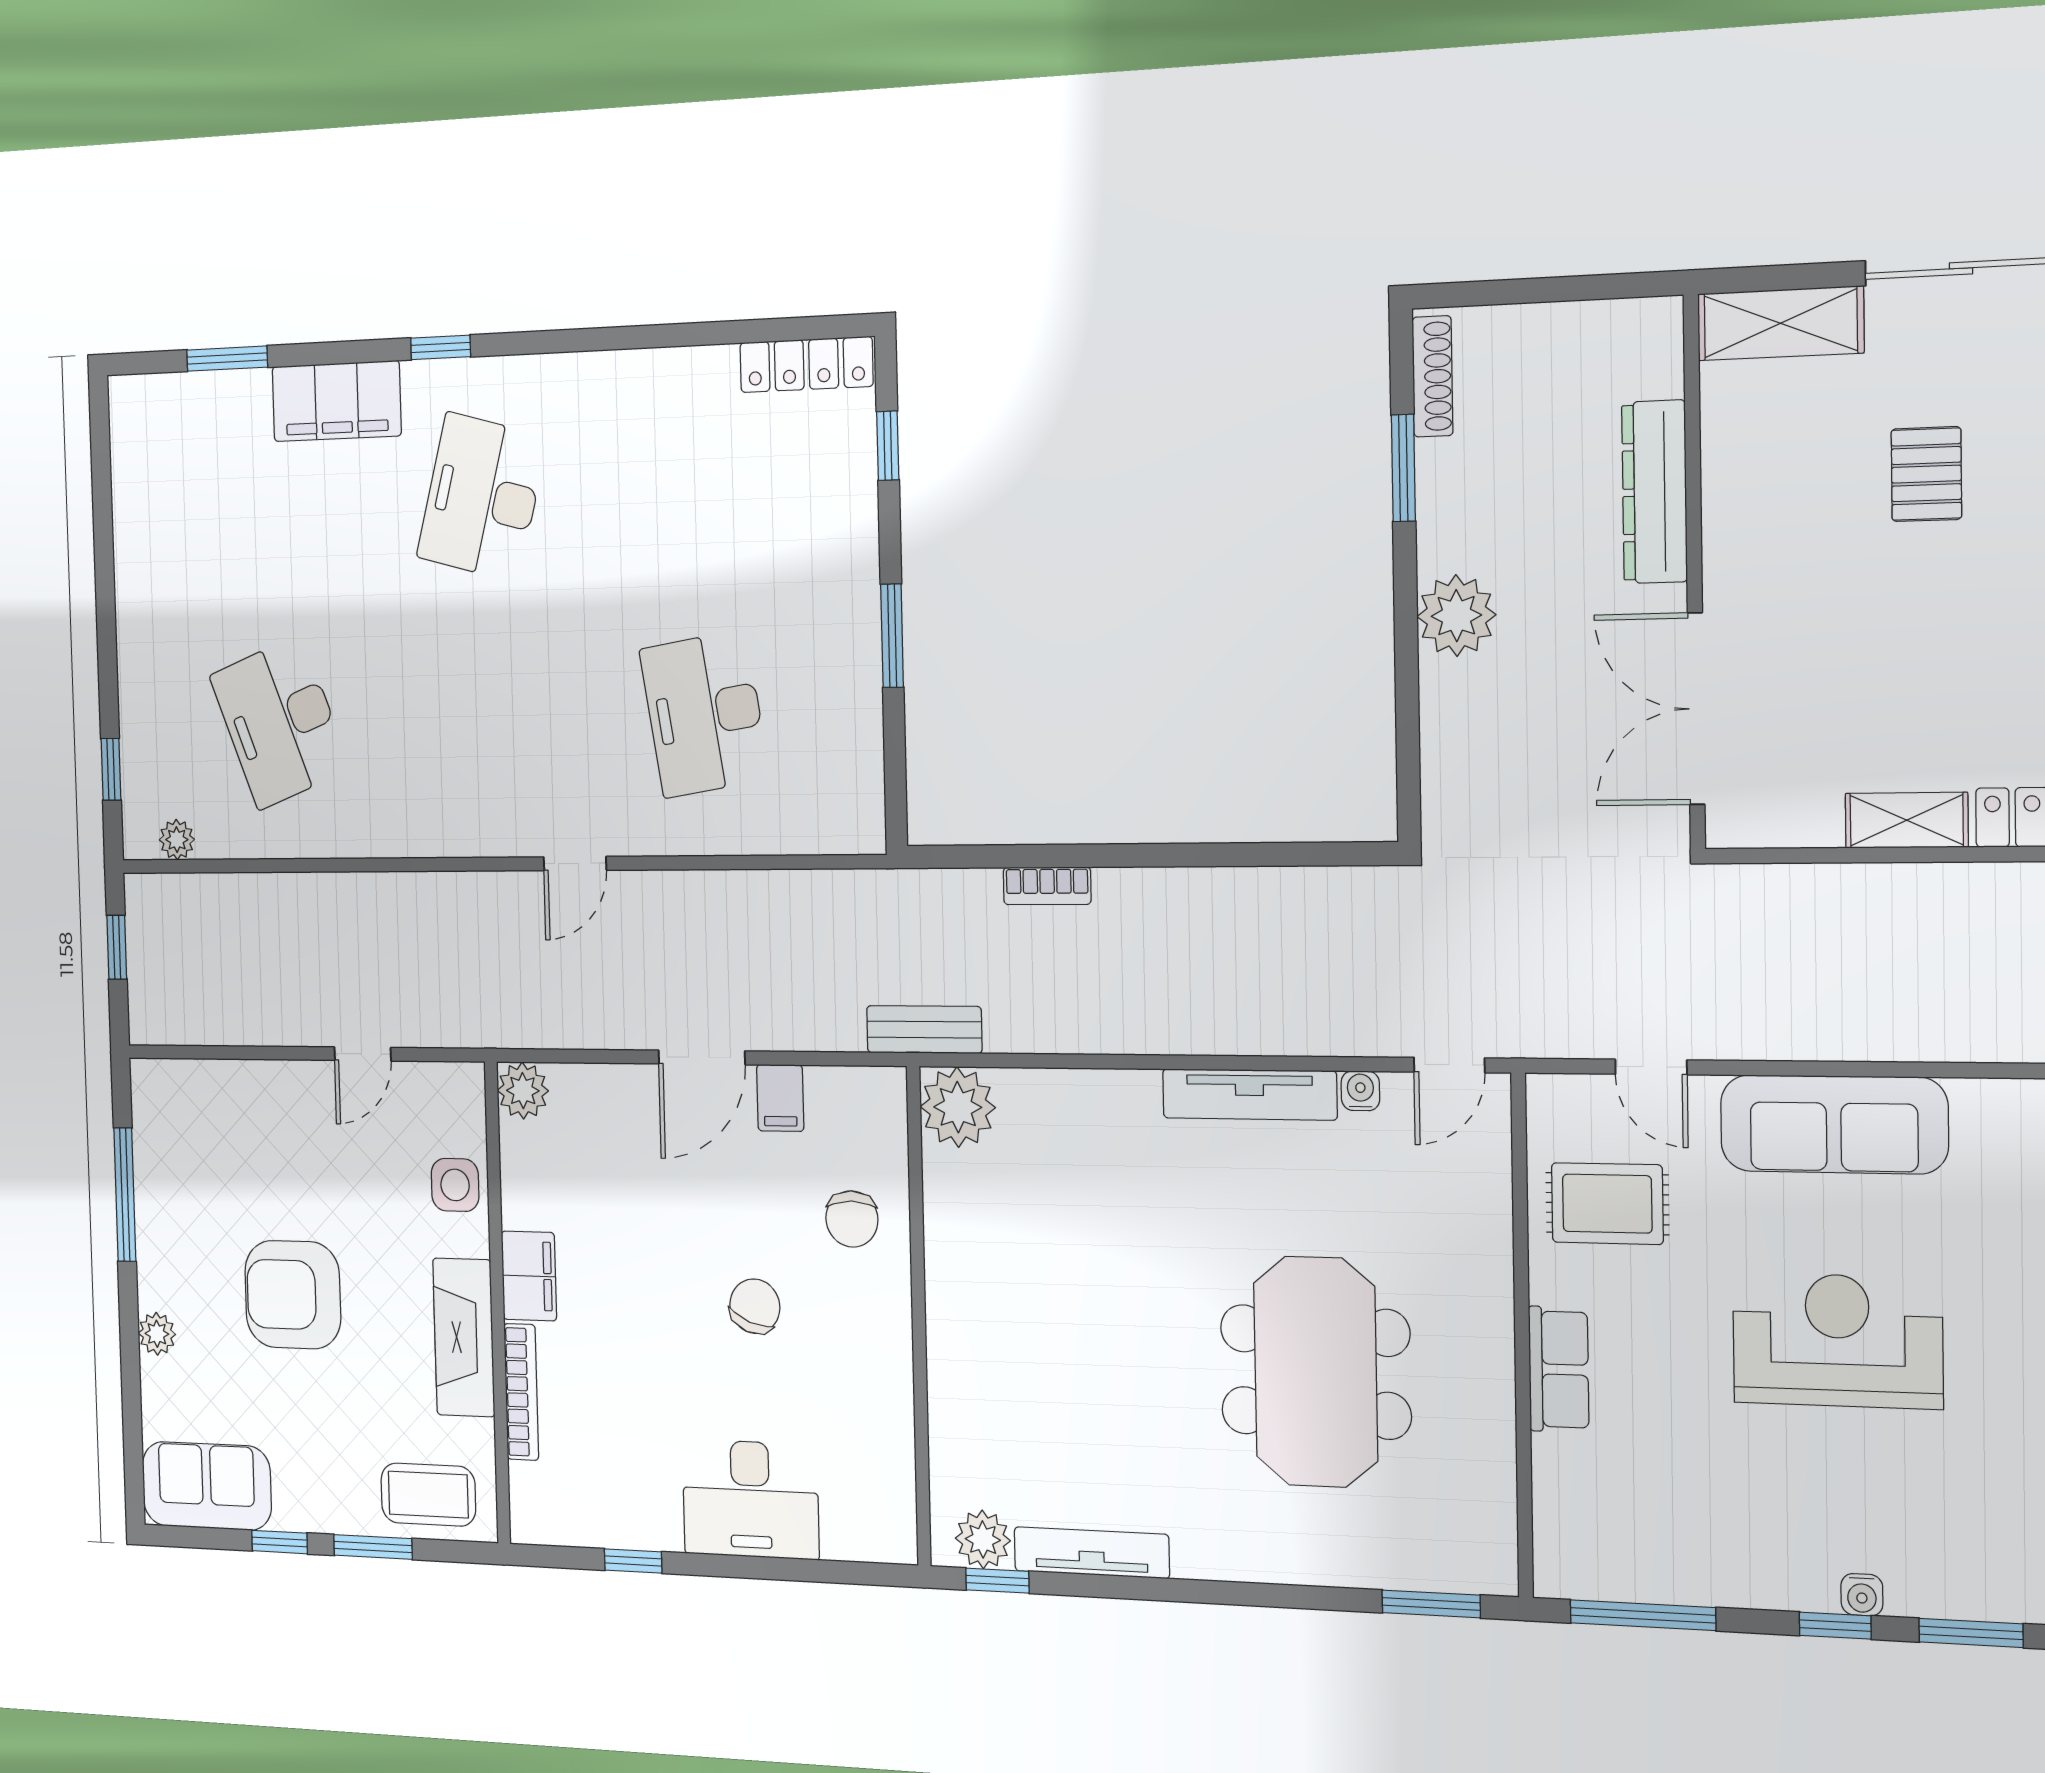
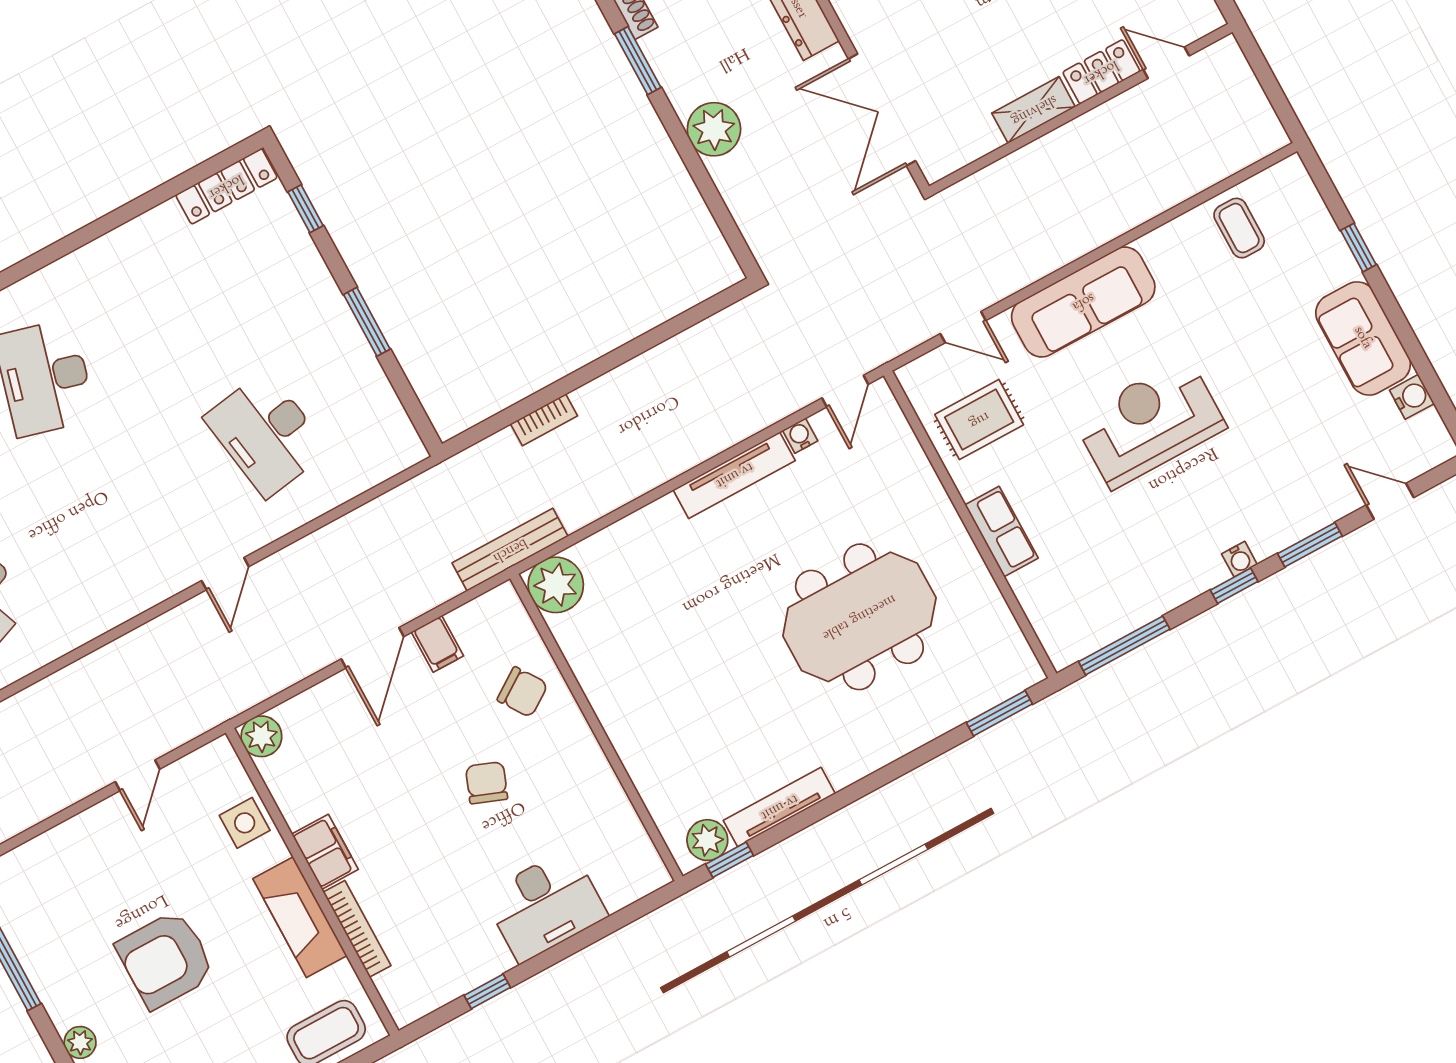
bench: (924, 1030) -> (510, 550), width x1.36
chair: (852, 1219) -> (523, 692), turned -34
meeting table: (1315, 1372) -> (859, 617), turned 90

